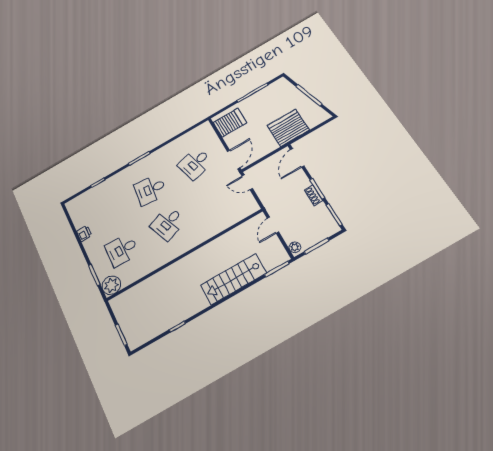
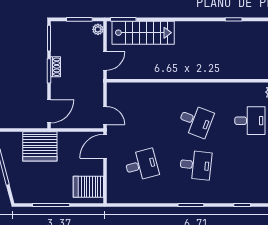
desk: (168, 223) -> (196, 121), turned 42
stairs: (233, 279) -> (143, 33), moved

